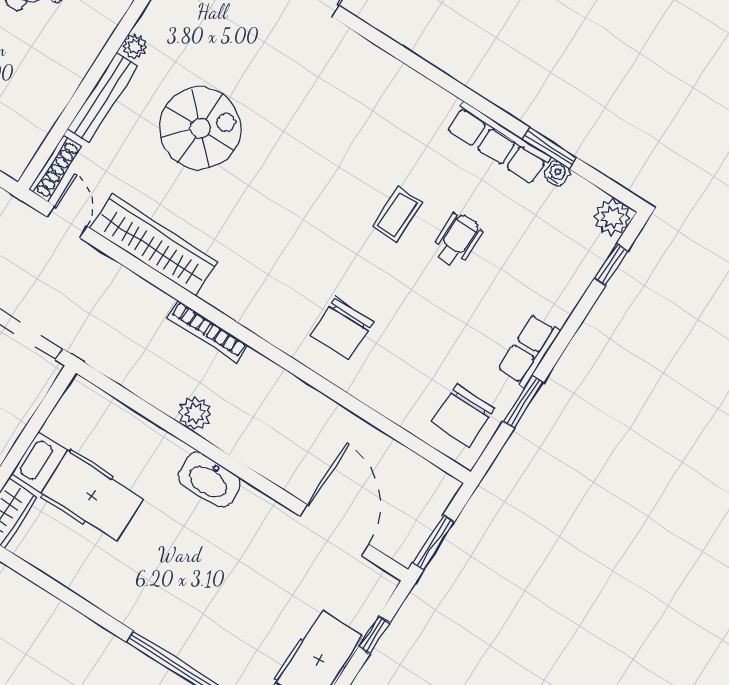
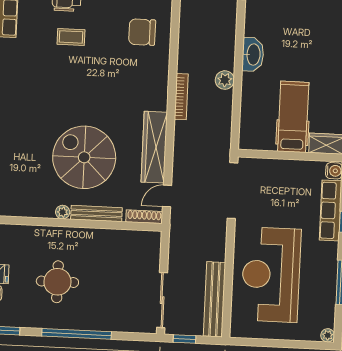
spiral stairs: (200, 128) -> (84, 157), width x1.37, depth x1.37
chair: (342, 329) -> (142, 32), turned 180

